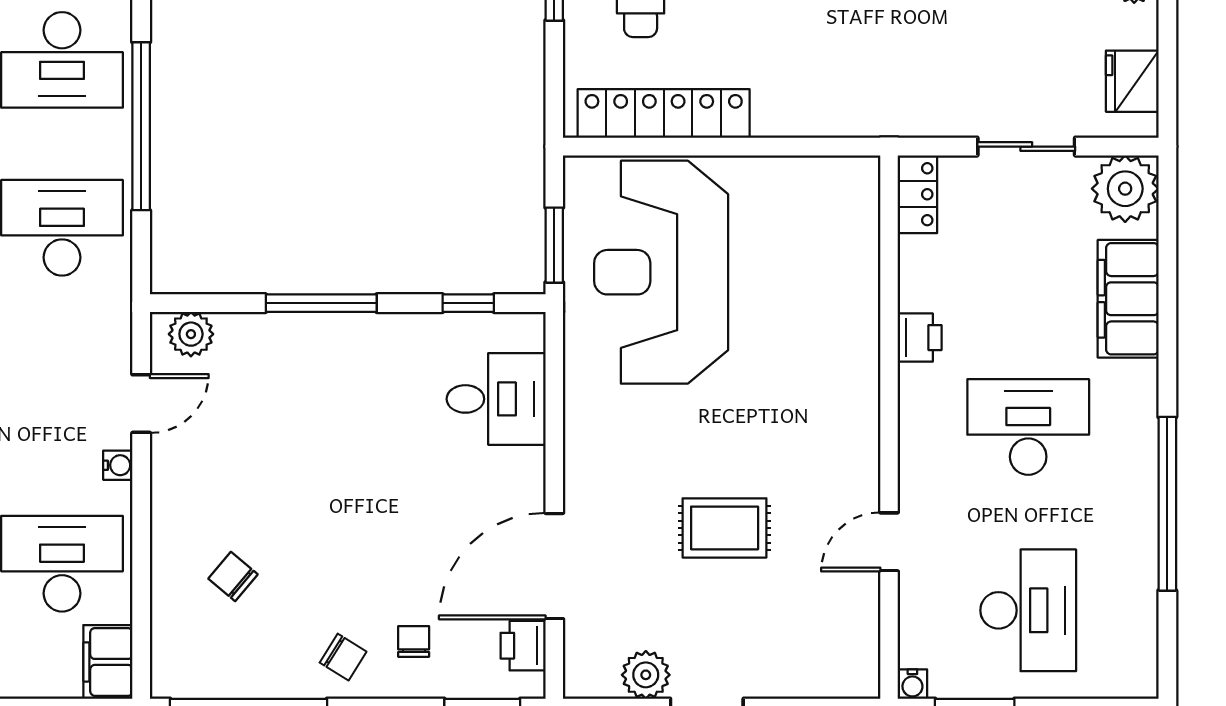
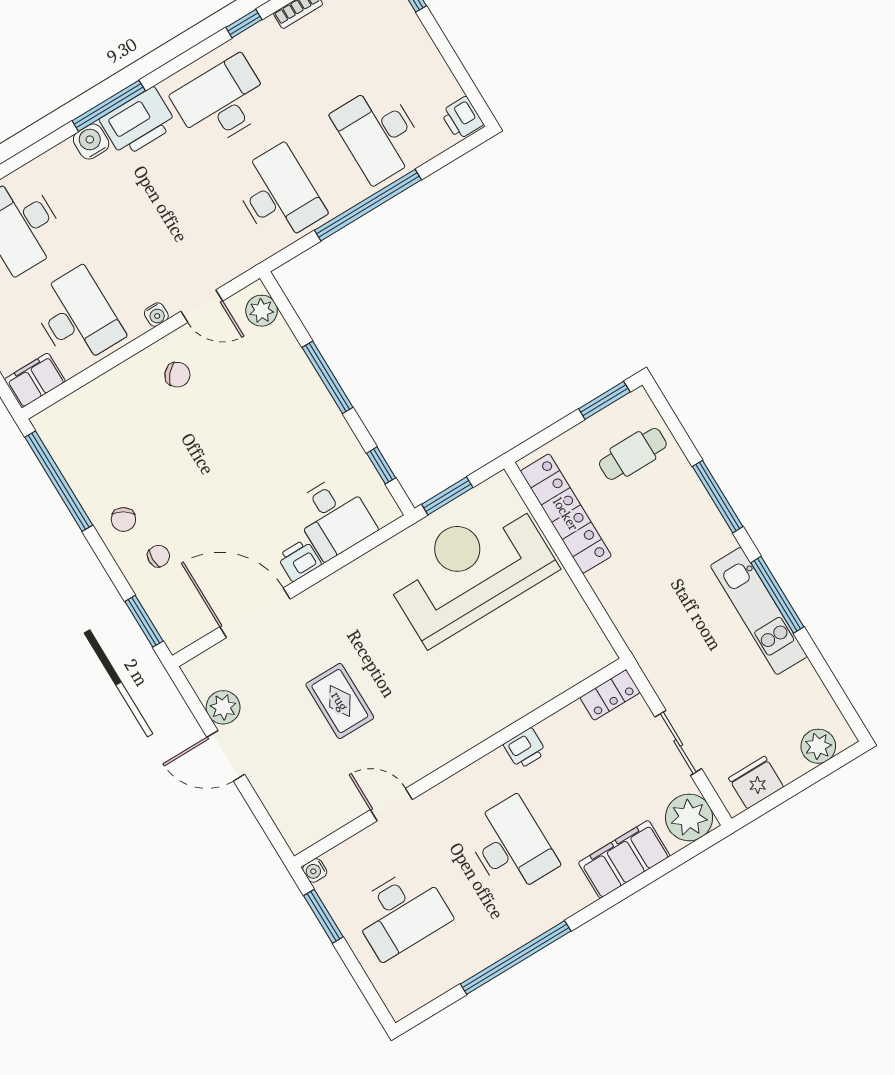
chair: (233, 576) -> (177, 375), moved, turned 91
printer: (523, 646) -> (299, 560), moved

